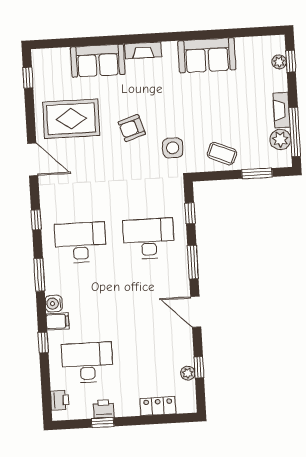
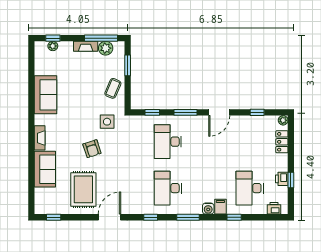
plant: (188, 373) -> (283, 120), moved

